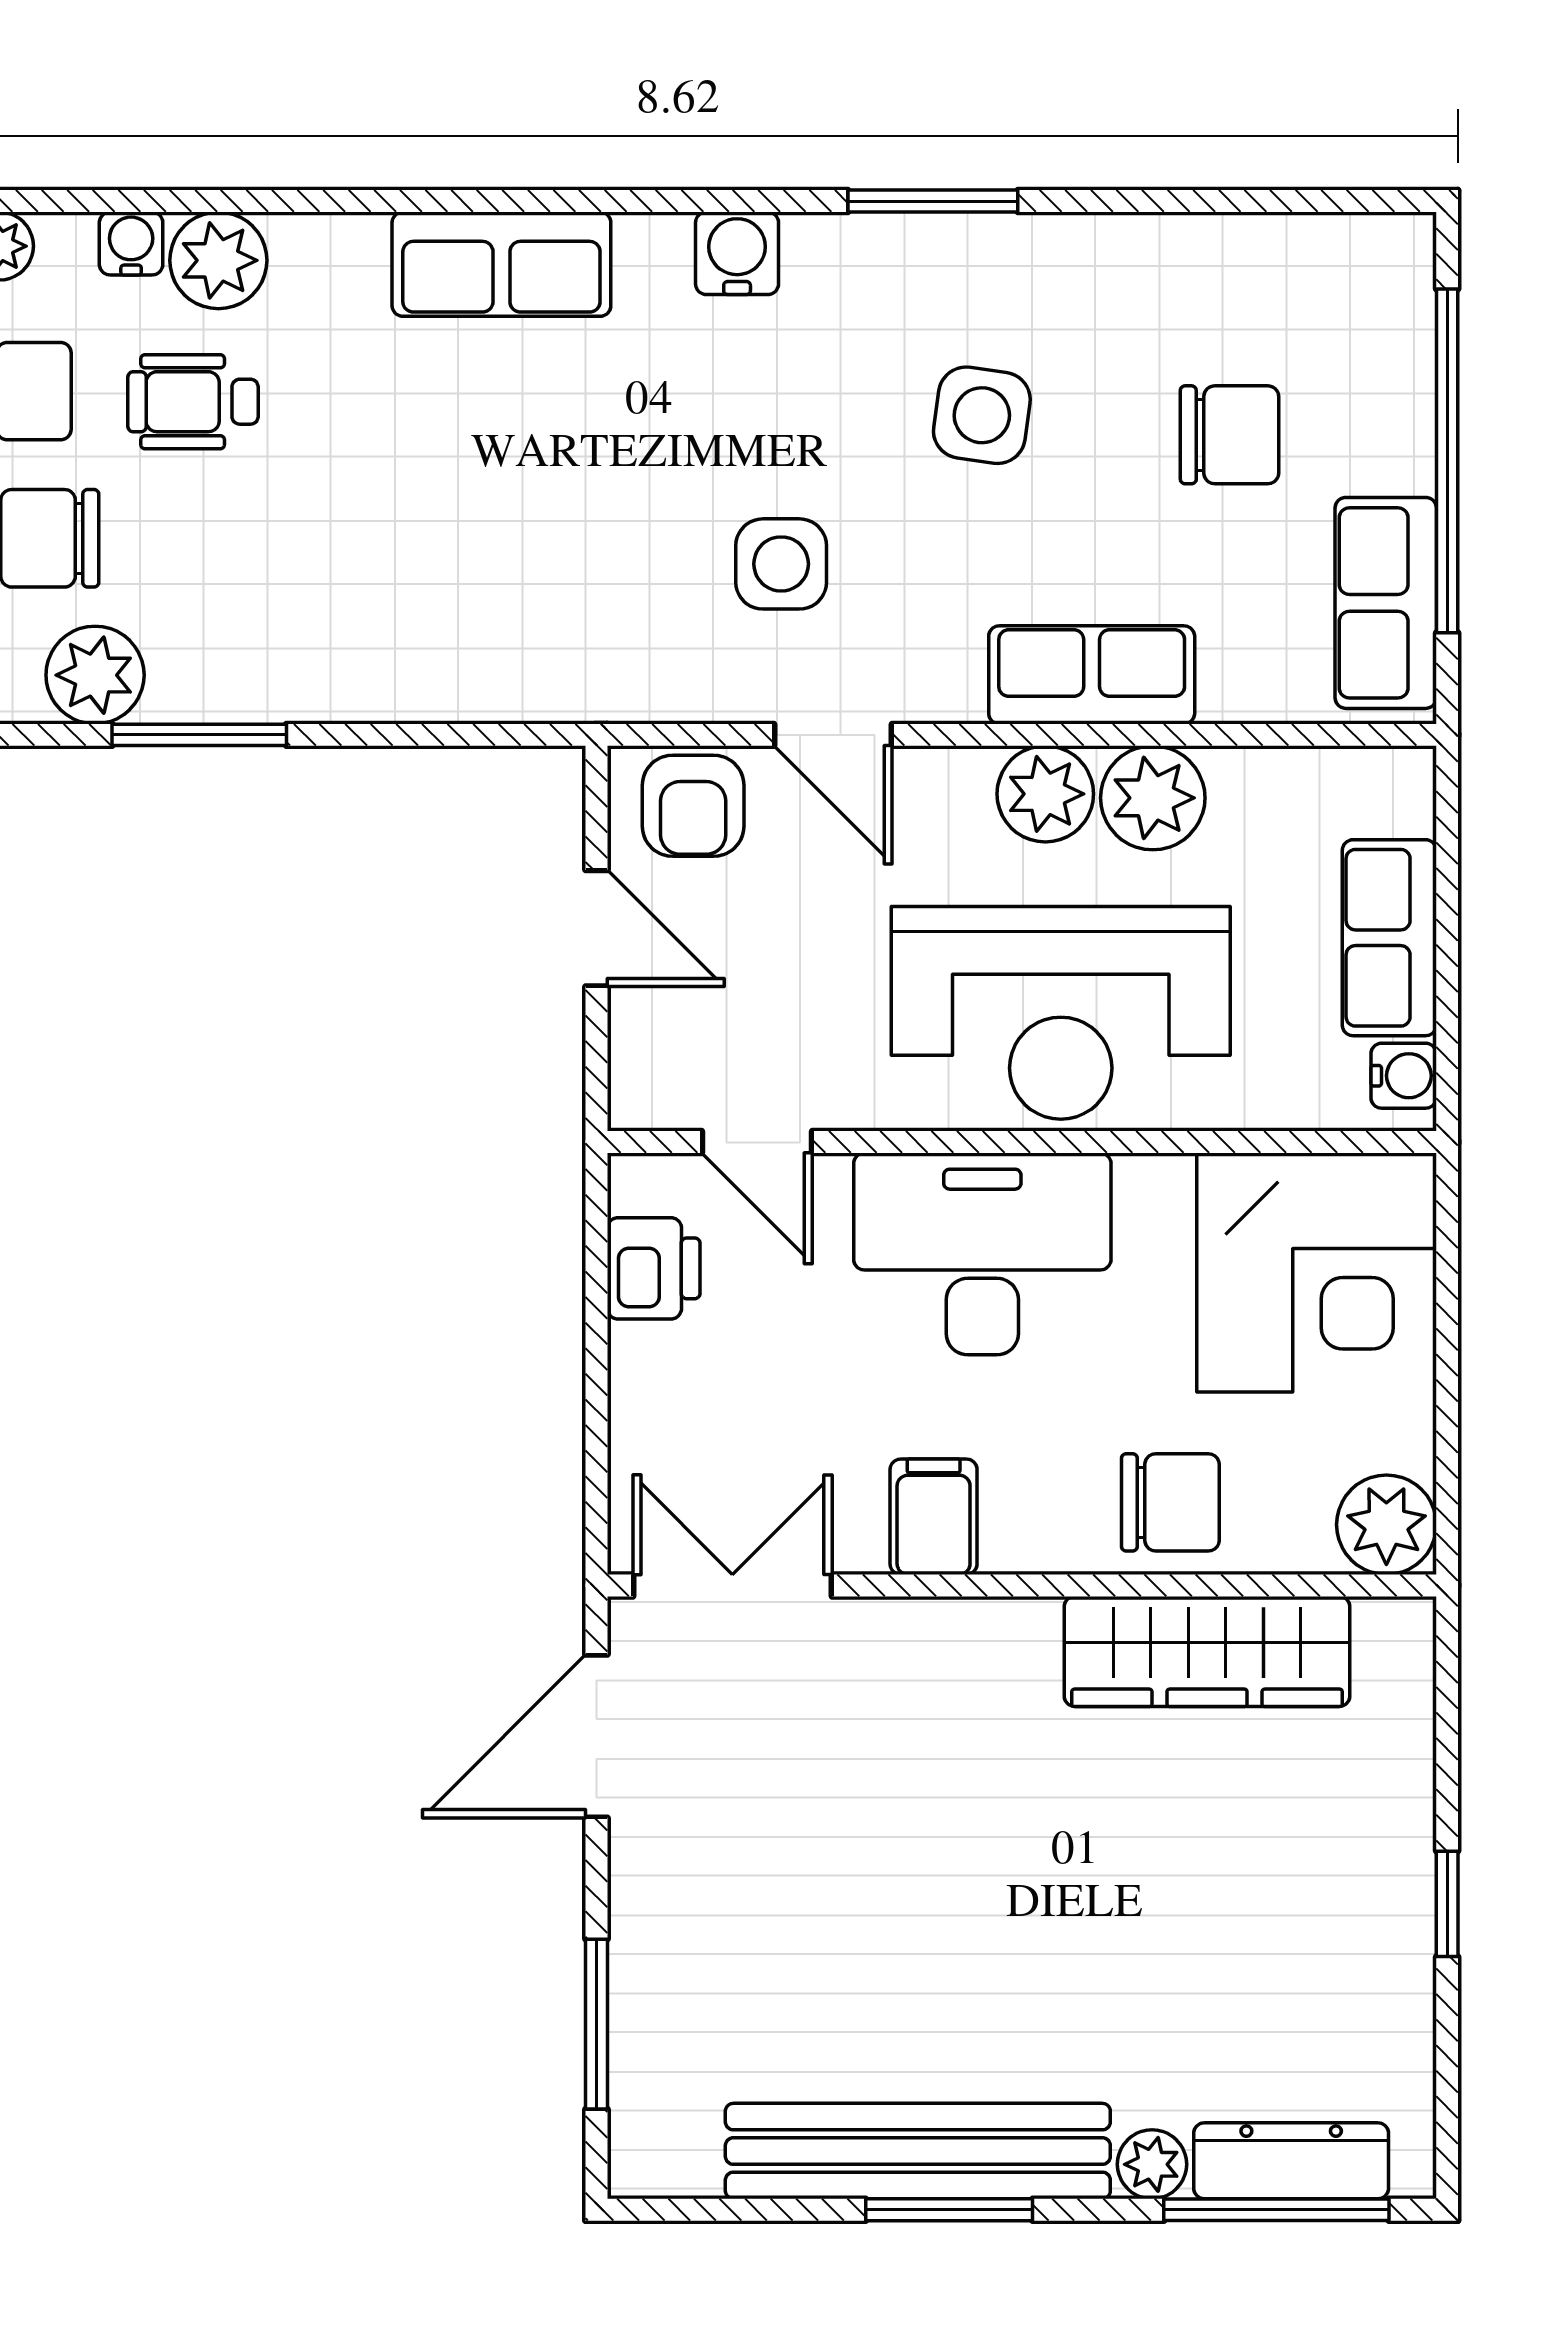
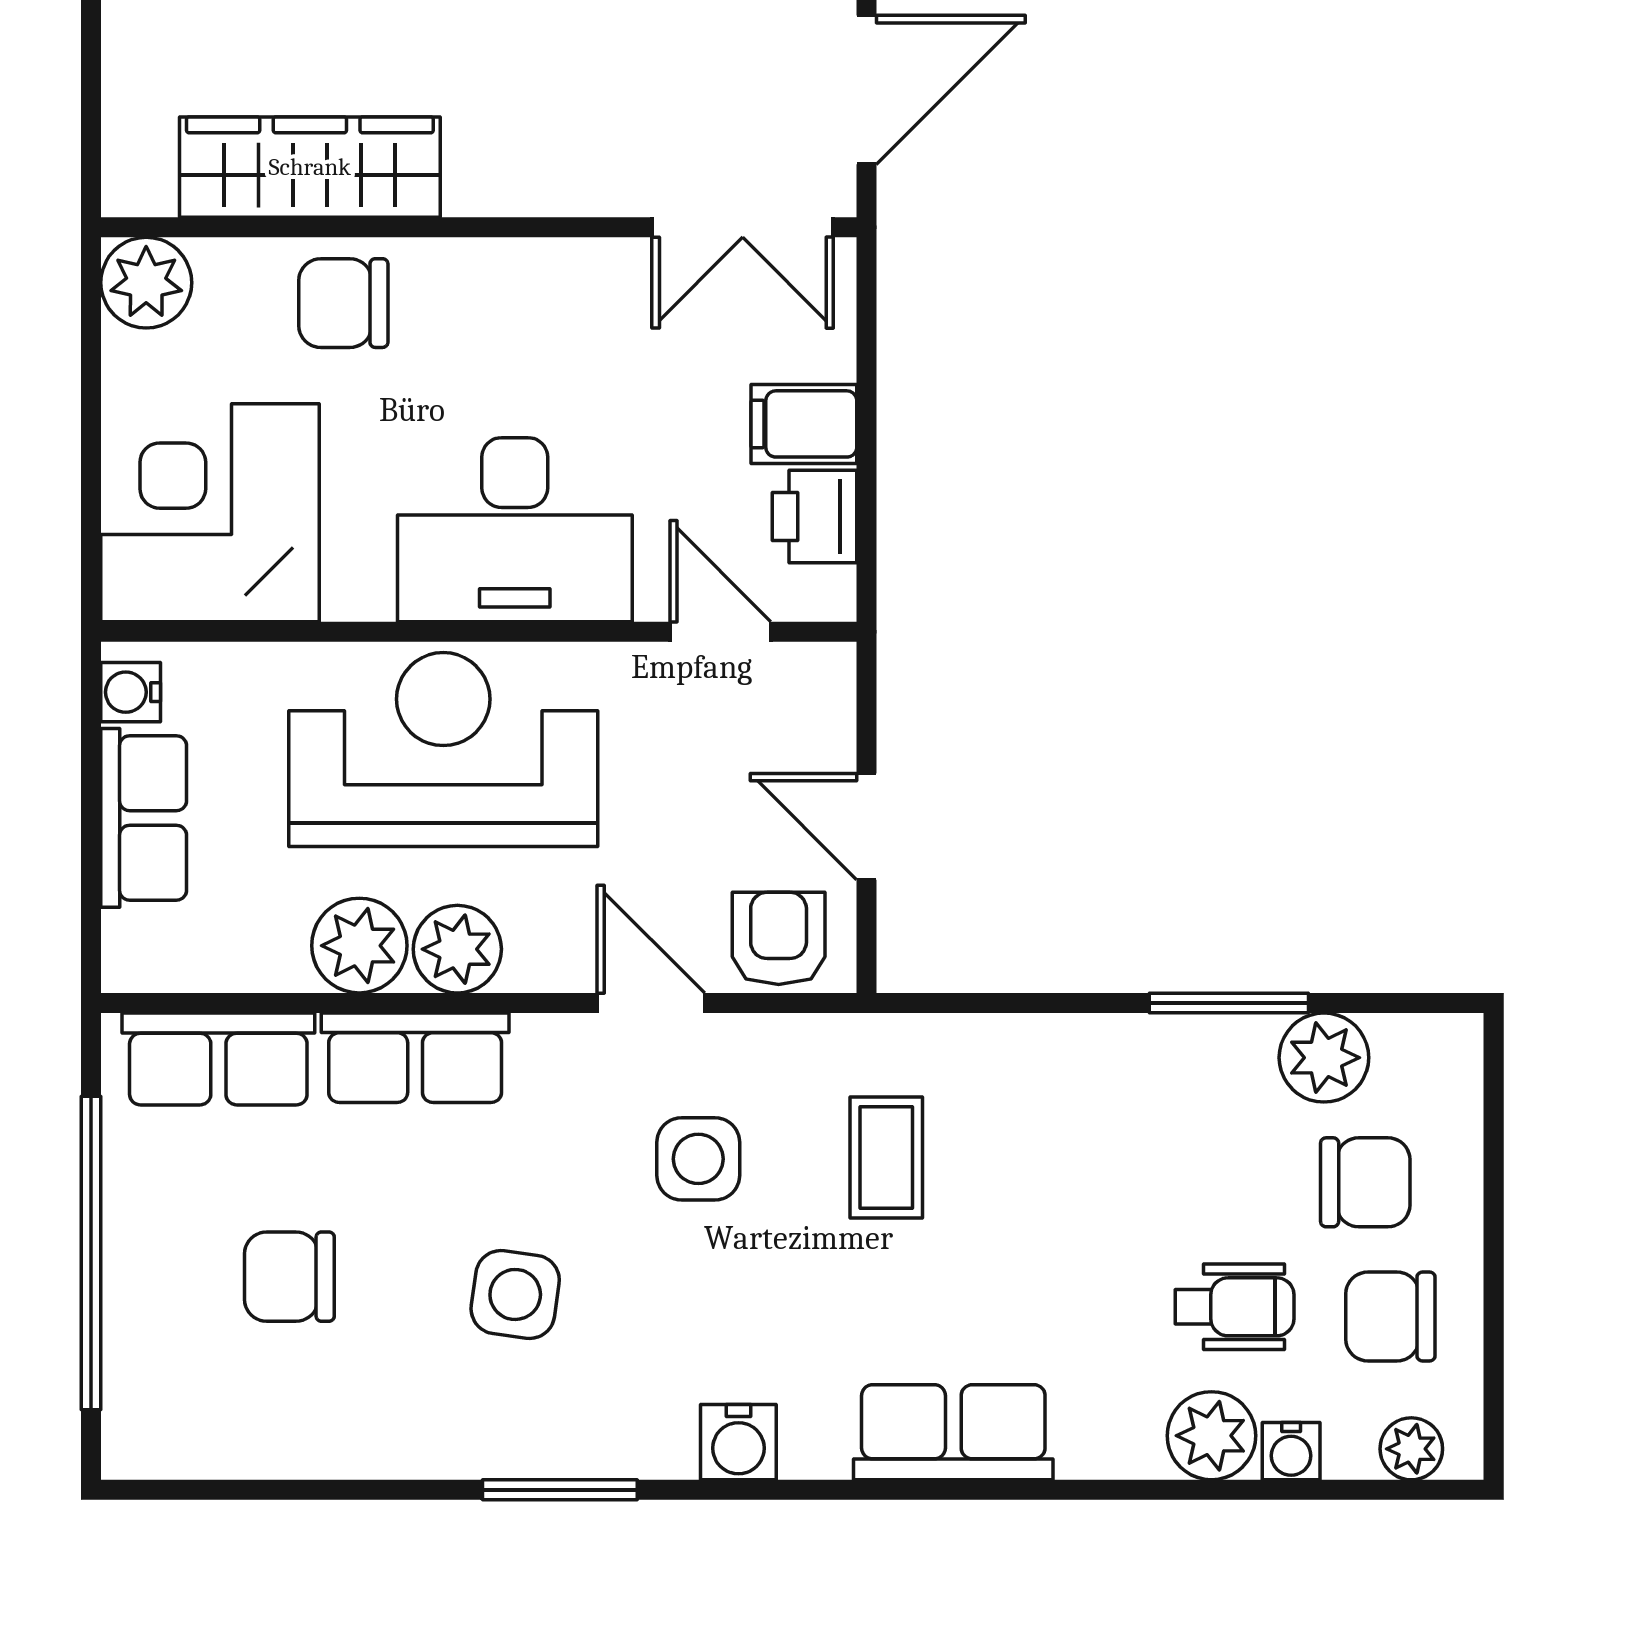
coffee table: (575, 565) -> (886, 1158), added
row of seats: (1386, 603) -> (218, 1059), moved, turned 90
filing cabinet: (934, 1517) -> (804, 424), moved, turned 90

